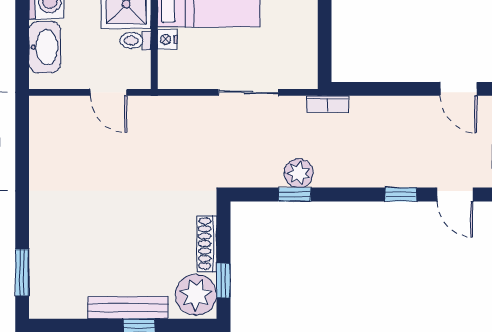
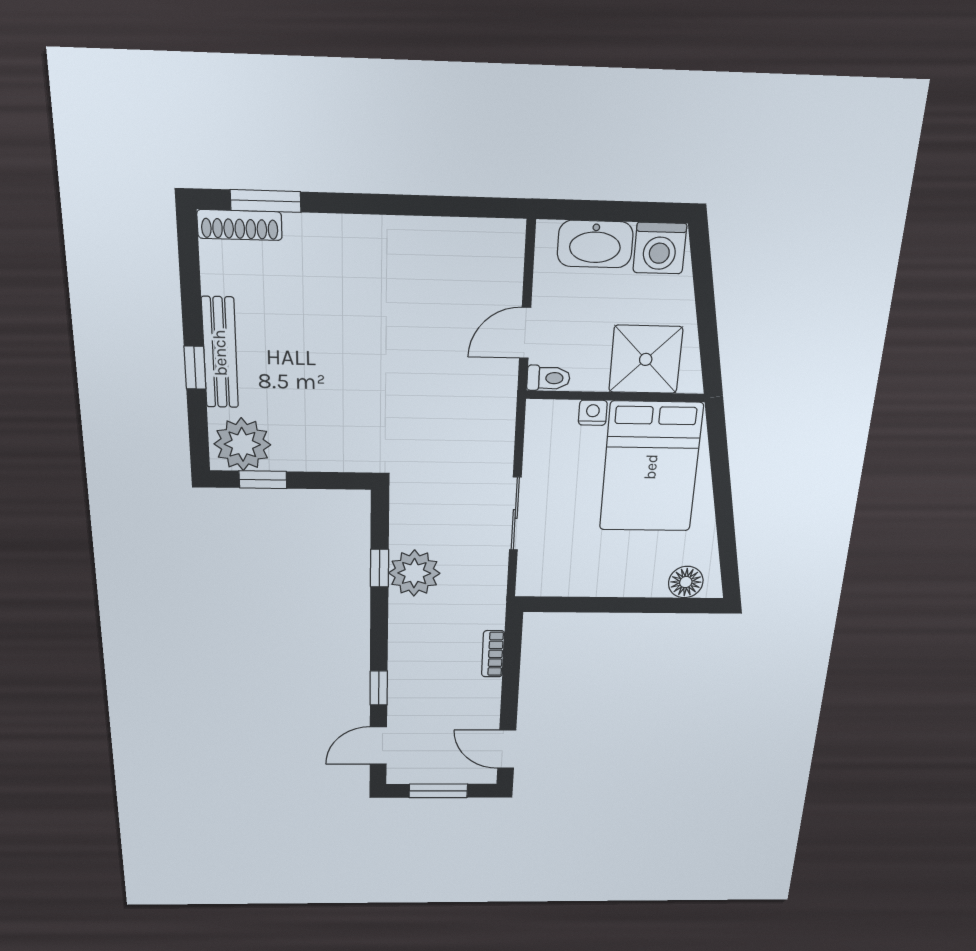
toilet: (135, 41) -> (548, 378), moved, turned 90
door: (459, 89) -> (507, 749), hinge flipped
bookcase: (328, 104) -> (493, 654), moved
plant: (299, 173) -> (414, 573), width x1.36, depth x1.36
shoe rack: (207, 244) -> (240, 225), moved, turned 180

